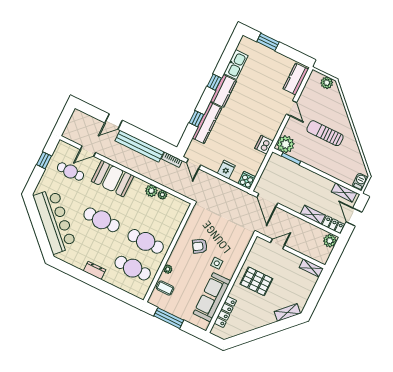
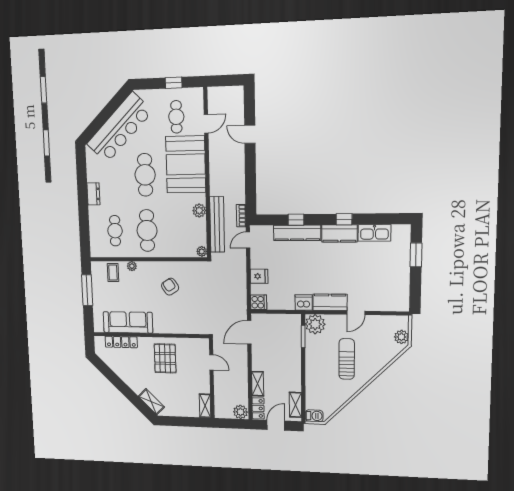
kitchen counter: (296, 79) -> (330, 302), moved
bench: (139, 146) -> (217, 224), moved
door: (88, 151) -> (206, 124), swing flipped
booth: (113, 178) -> (186, 164), width x1.36, depth x1.42
plant: (162, 195) -> (202, 251), moved
side table: (217, 263) -> (162, 312), removed
cafe table: (133, 268) -> (115, 231), width x0.73, depth x0.74

